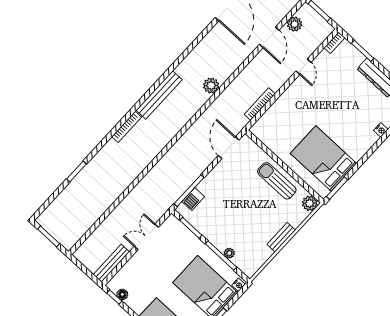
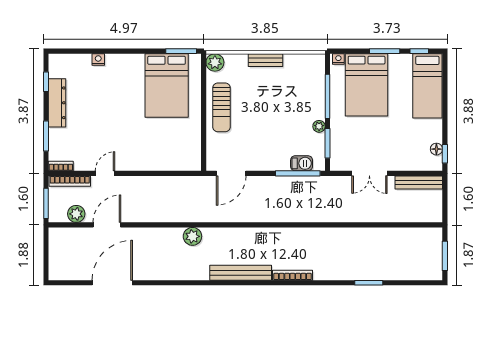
bookcase: (260, 104) -> (70, 181), moved
plant: (229, 253) -> (319, 126), moved

